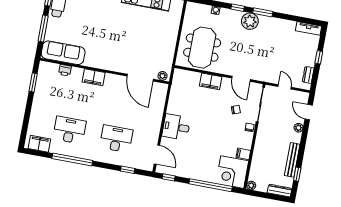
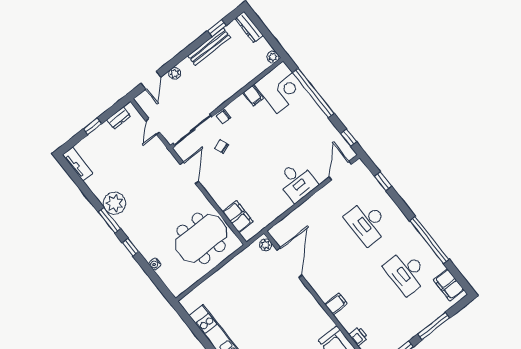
plant: (250, 21) -> (114, 203), moved
filing cabinet: (94, 77) -> (336, 304), width x0.50
filing cabinet: (211, 81) -> (238, 217), moved
window: (27, 113) -> (434, 326), added

